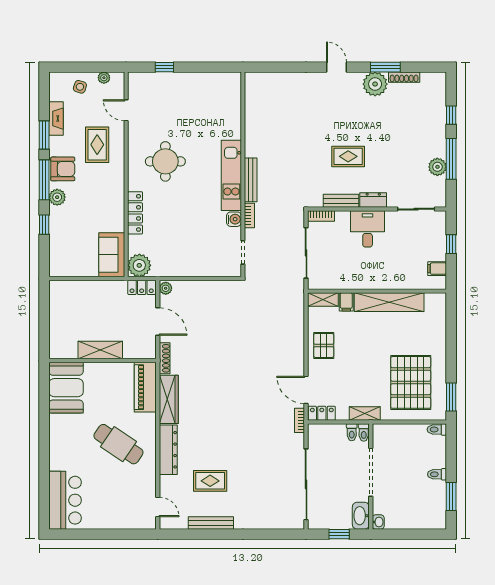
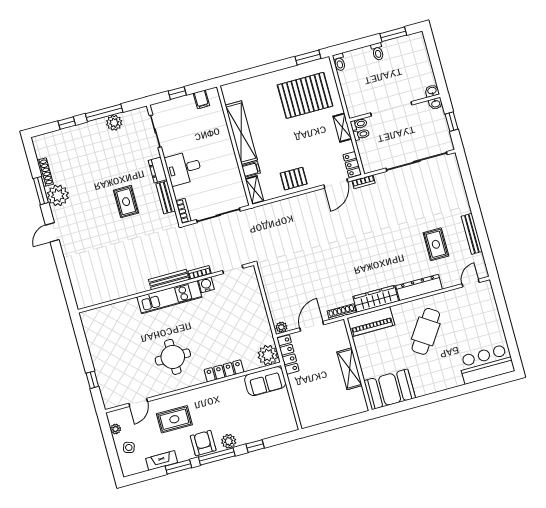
locker: (142, 287) -> (288, 354), width x1.53
washbasin: (361, 516) -> (436, 104), width x0.52, depth x0.69

